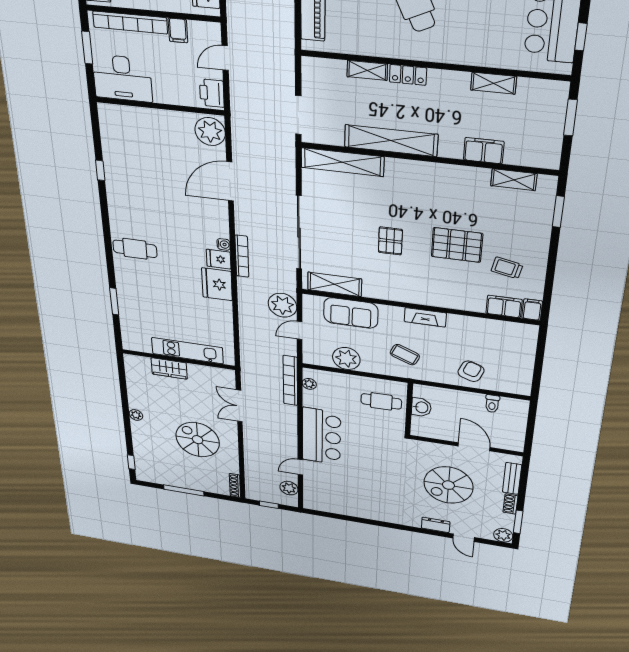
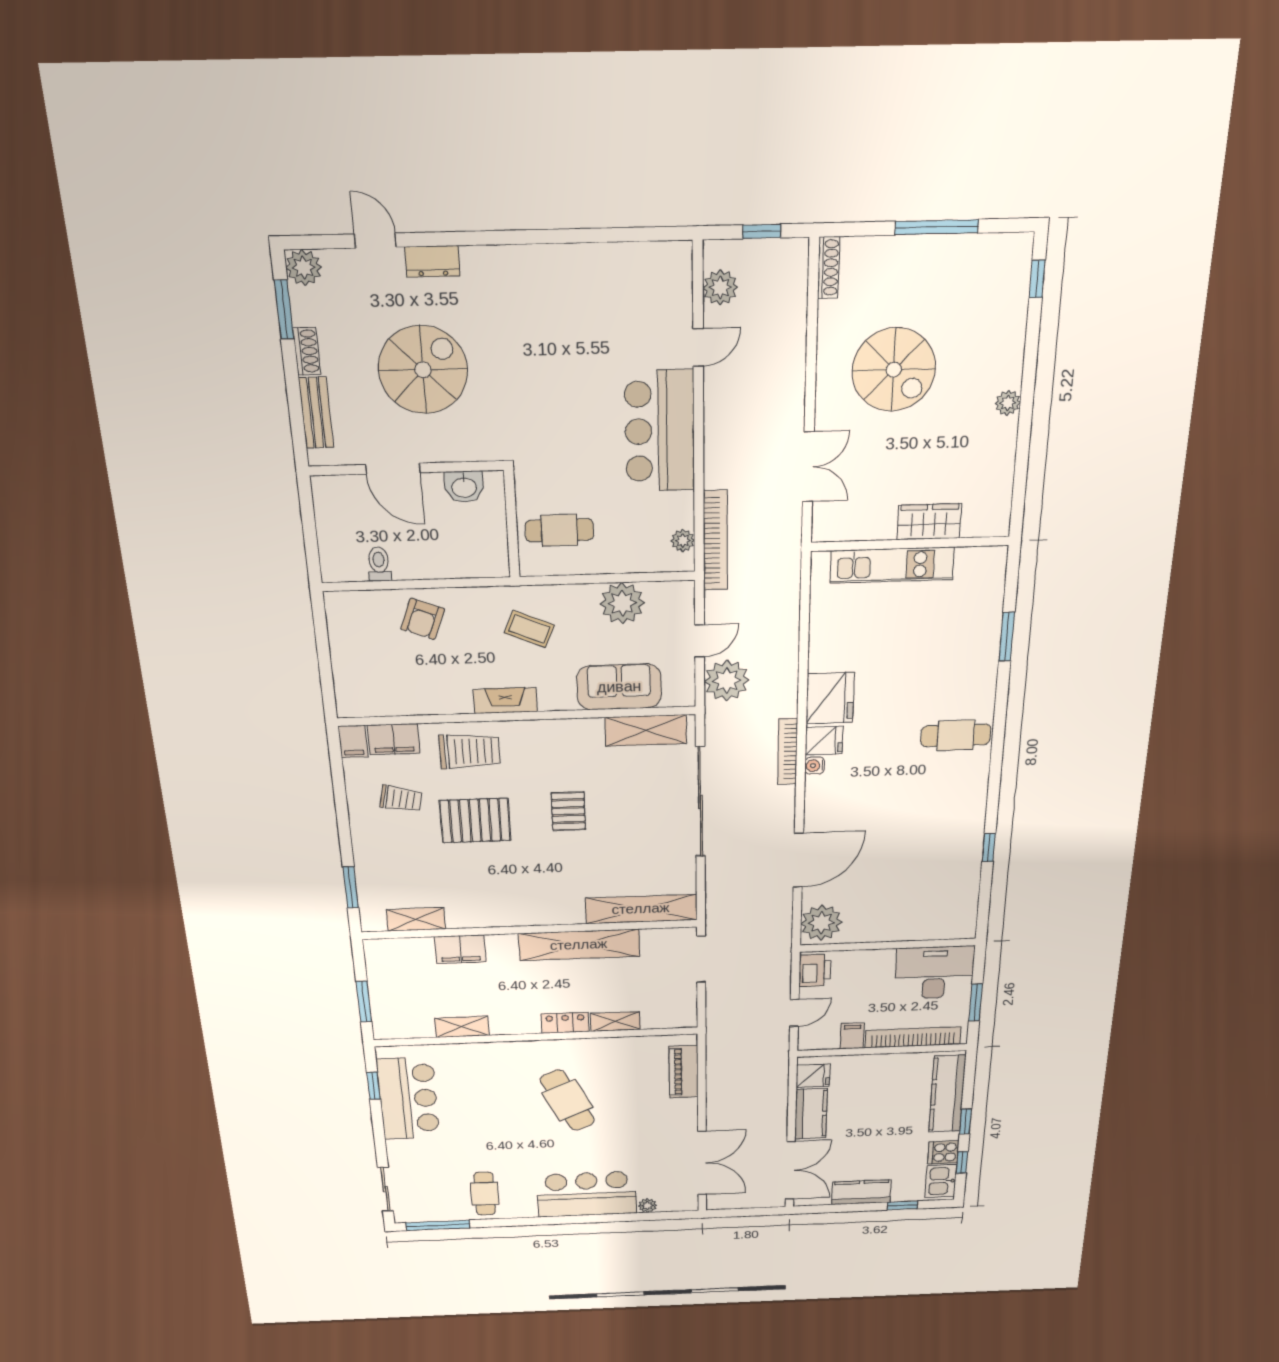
trolley: (454, 291) -> (470, 751), added
washbasin: (421, 407) -> (464, 487), moved, turned -90

